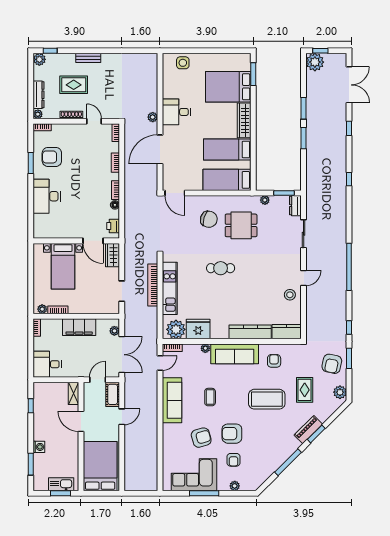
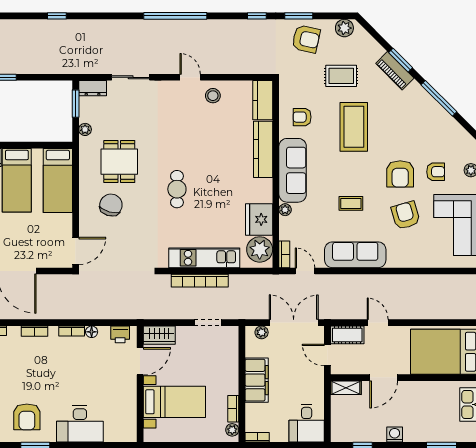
washing machine: (39, 447) -> (395, 434), moved

